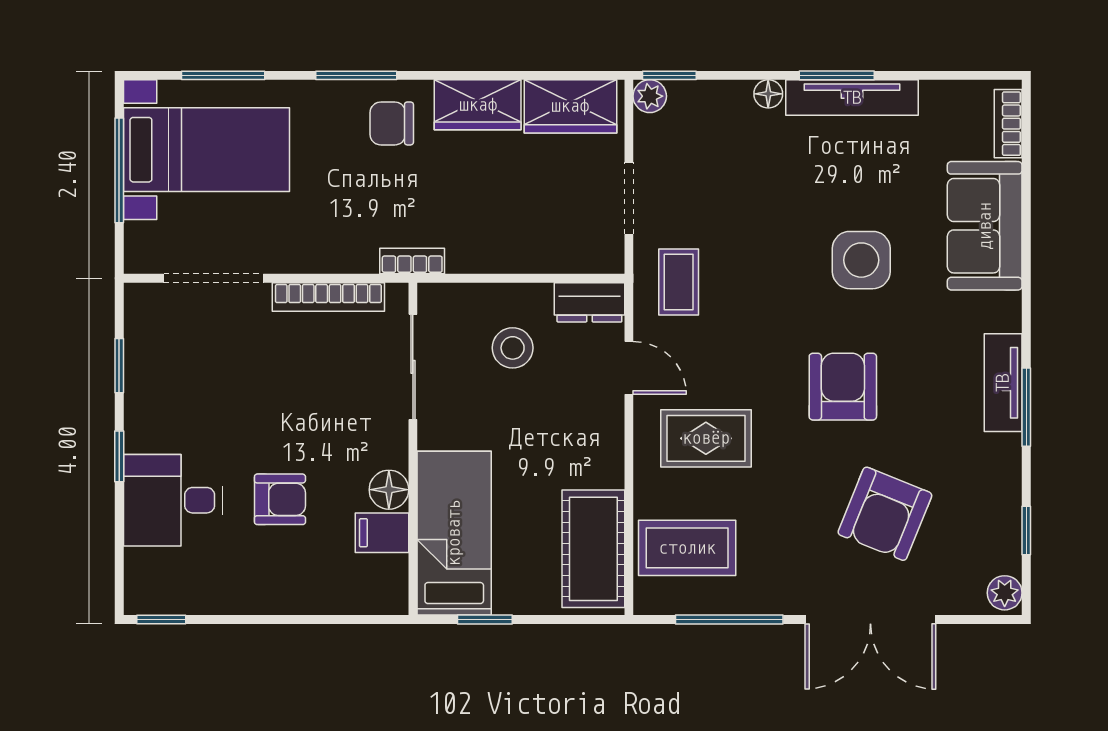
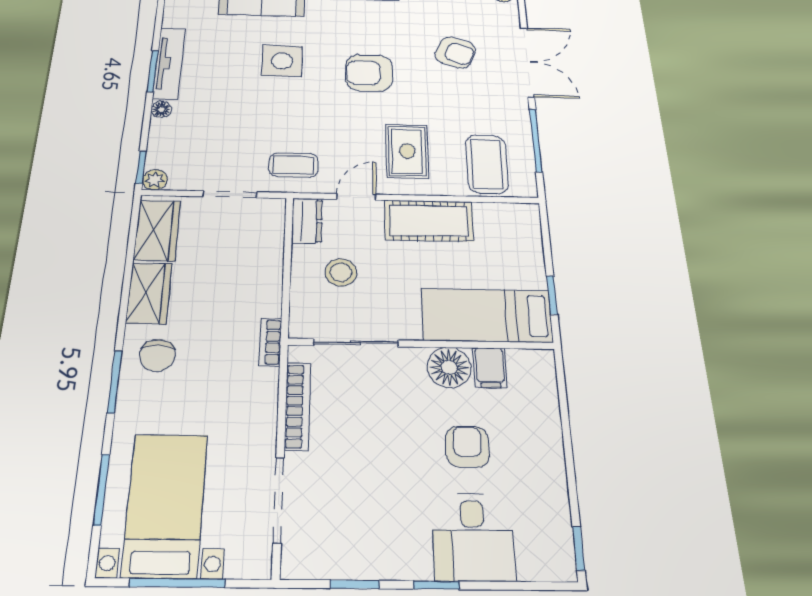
floor lamp: (389, 490) -> (449, 367), width x1.38, depth x1.38
armchair: (885, 514) -> (455, 53), width x0.72, depth x0.72
cot: (593, 549) -> (429, 221), moved

